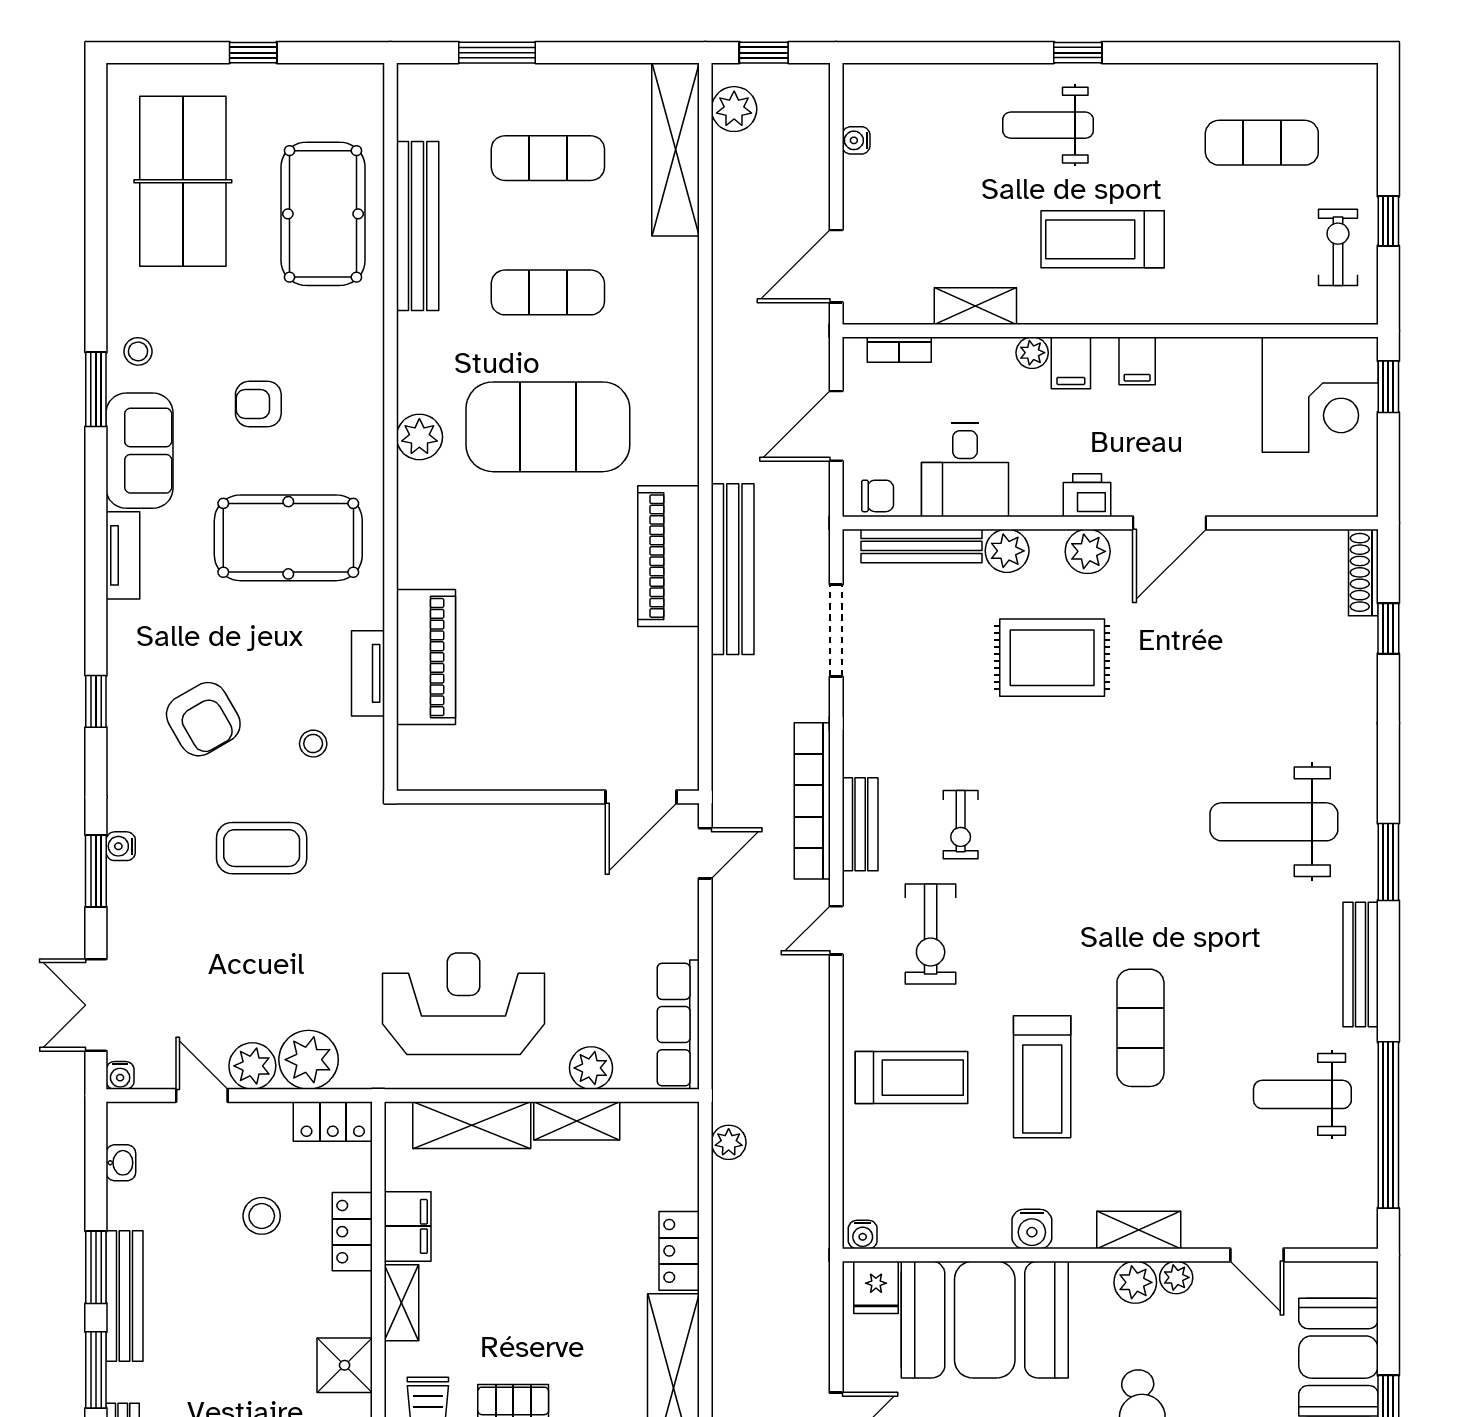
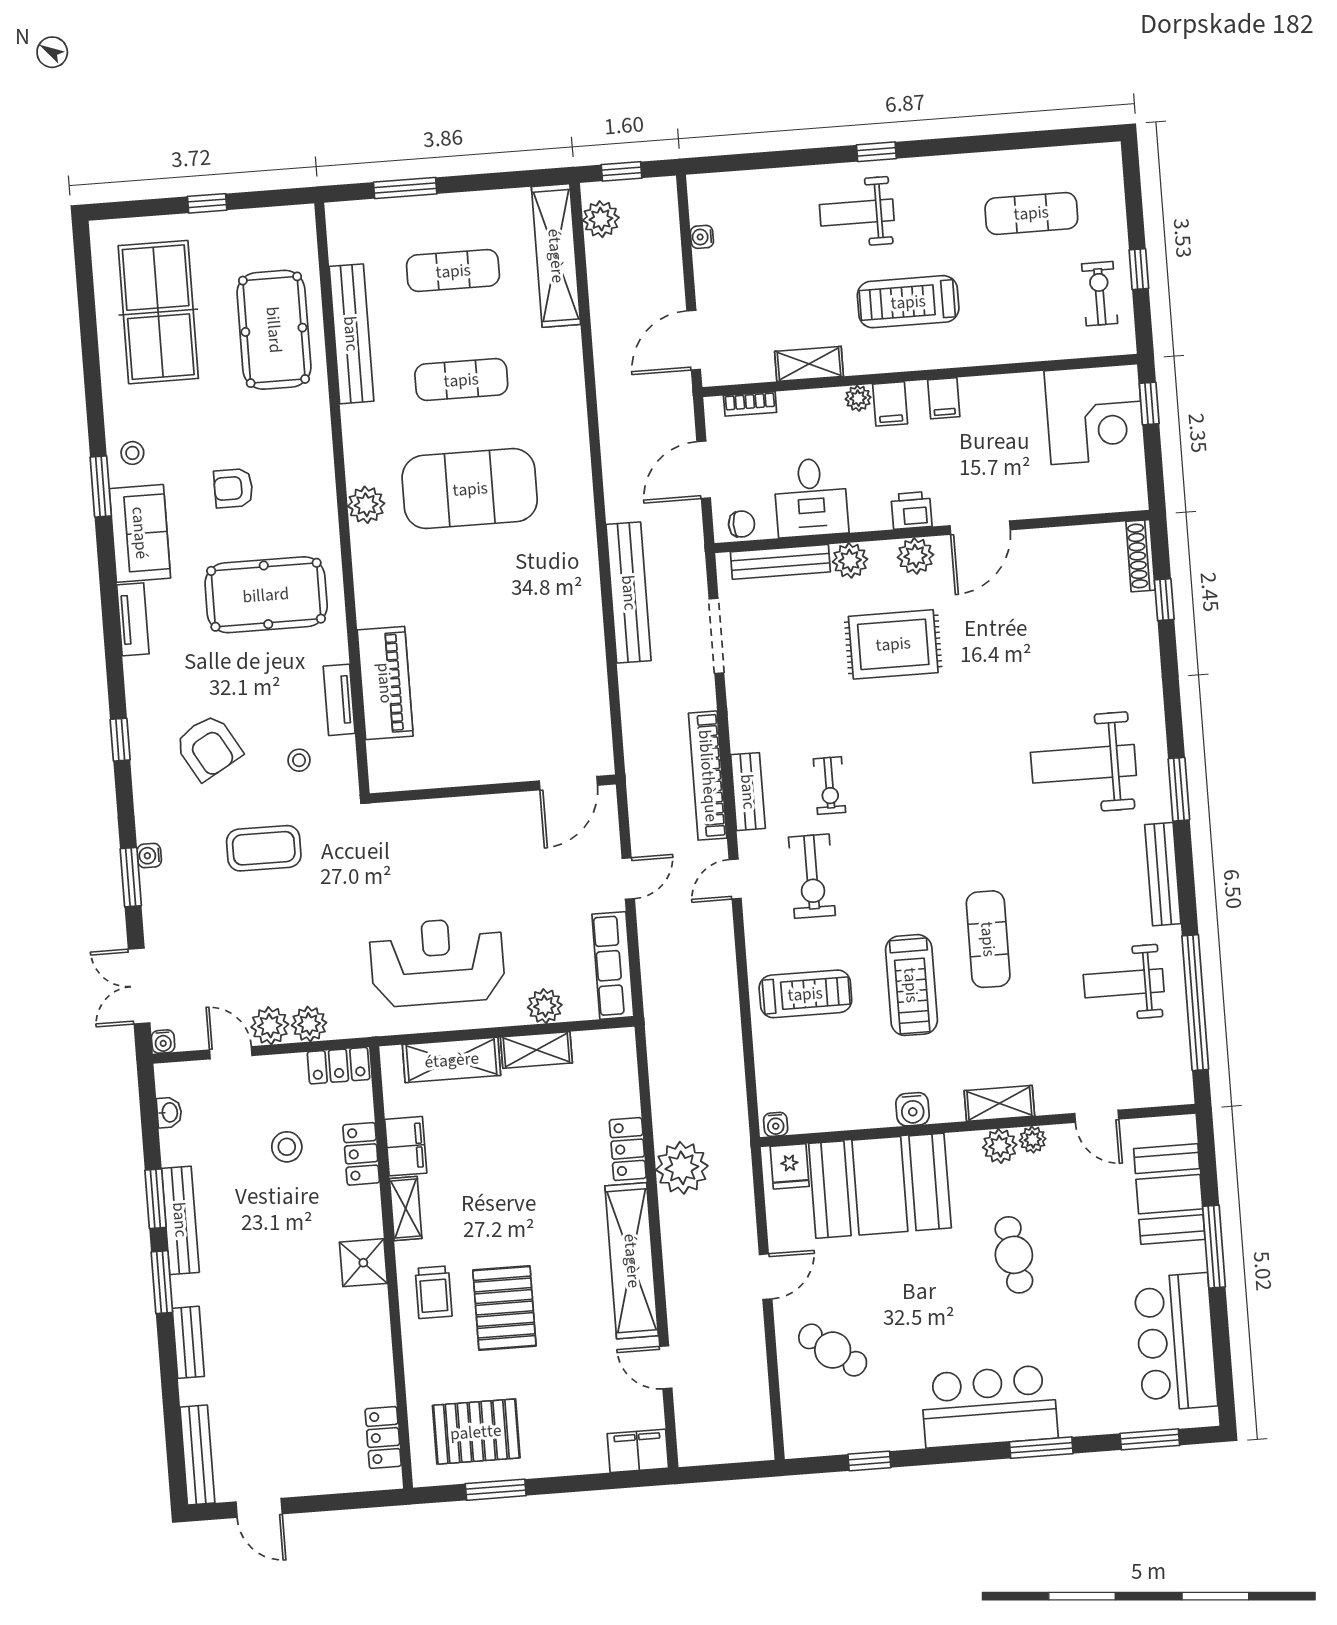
piano: (669, 556) -> (576, 586), removed
door: (705, 853) -> (628, 878), moved
plant: (309, 1060) -> (309, 1024), width x0.73, depth x0.73
plant: (729, 1142) -> (682, 1168), moved, width x1.87, depth x1.87

